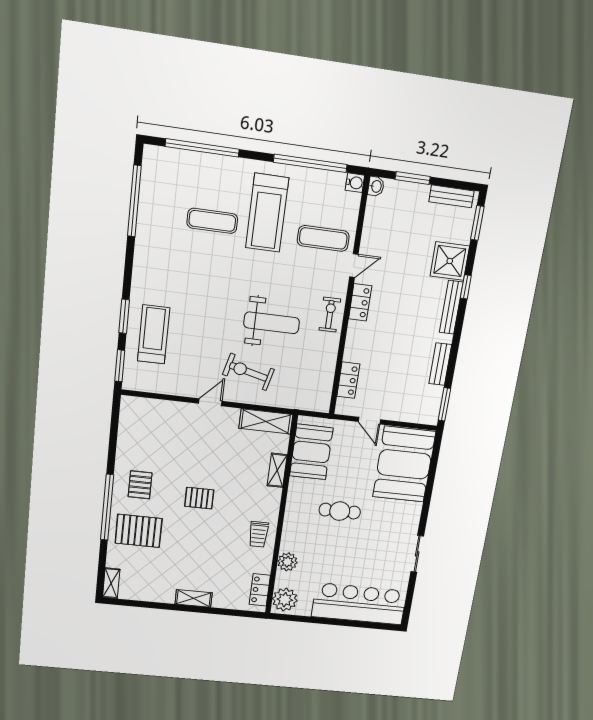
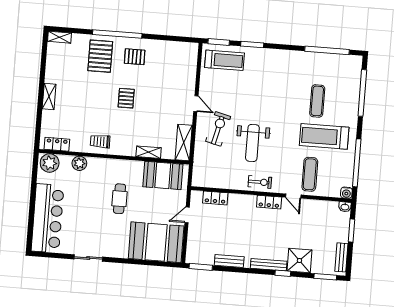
treadmill: (154, 334) -> (224, 60), moved

